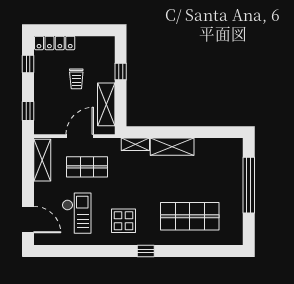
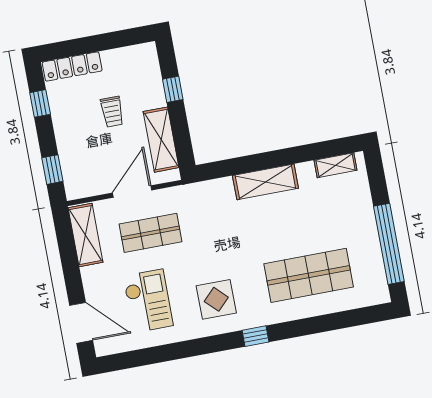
shelving: (135, 144) -> (336, 165), moved
window: (249, 185) -> (389, 244), moved

